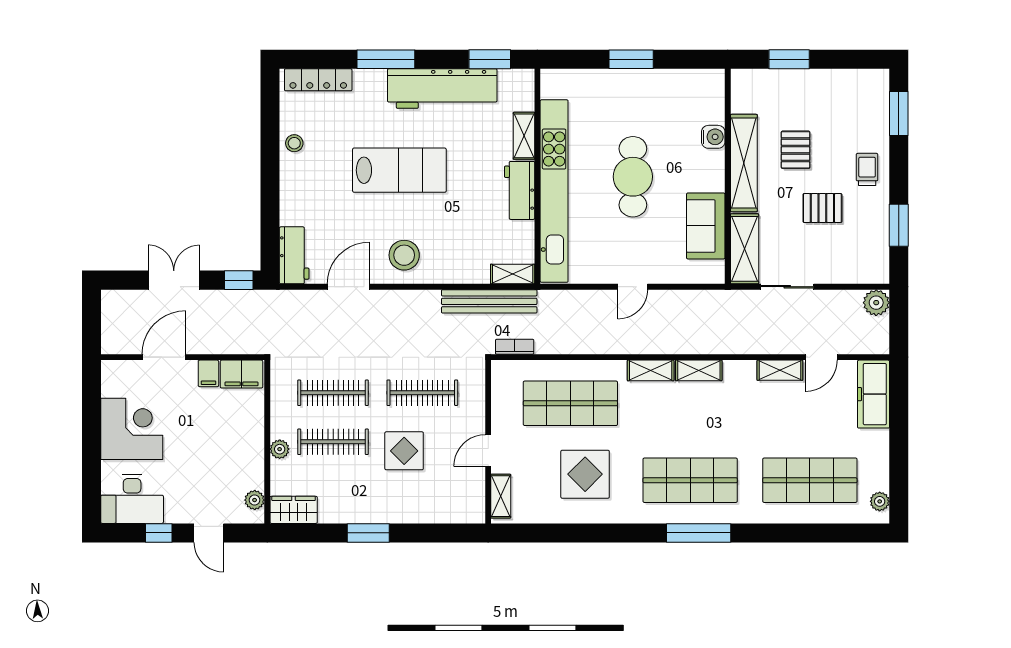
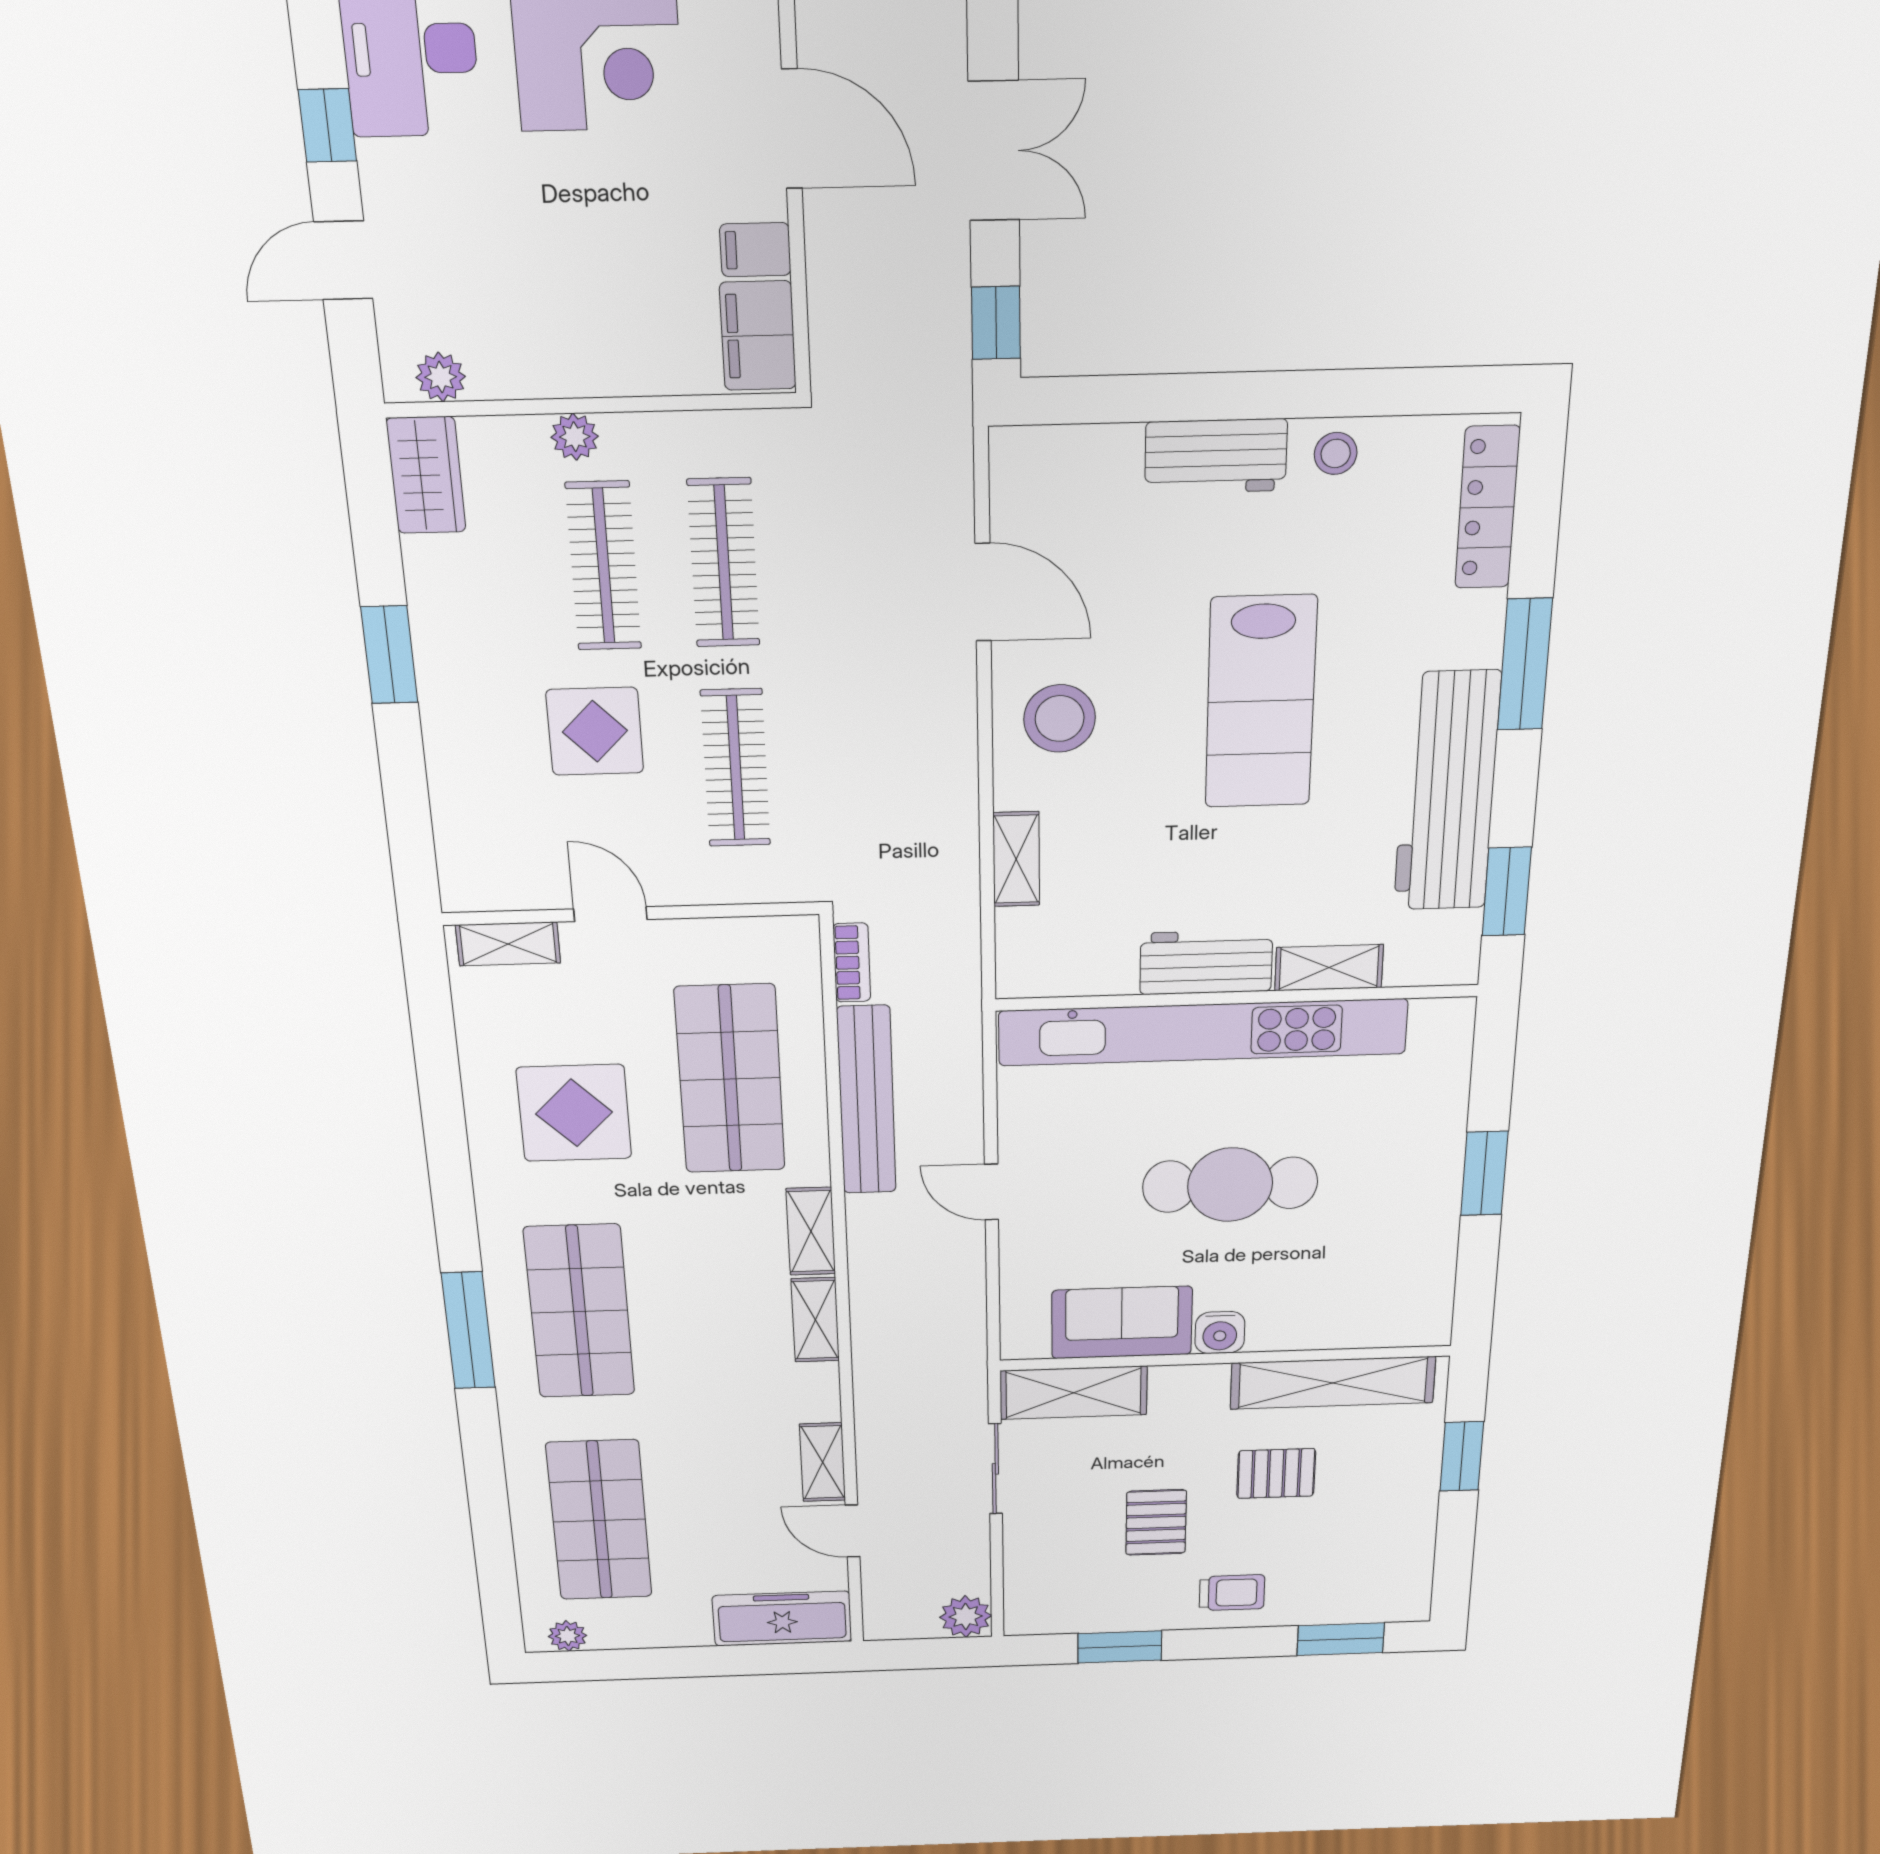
water cooler: (713, 137) -> (1220, 1333), moved
shelving: (744, 163) -> (1333, 1383), moved
workbench: (294, 255) -> (1216, 456), moved
shelving: (513, 274) -> (1016, 859), moved
bench: (489, 301) -> (867, 1100), moved

